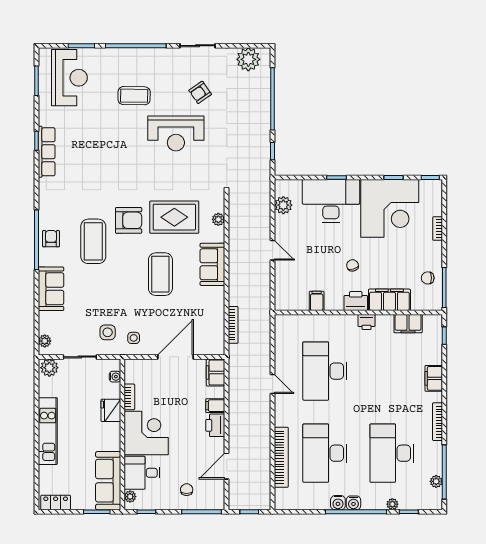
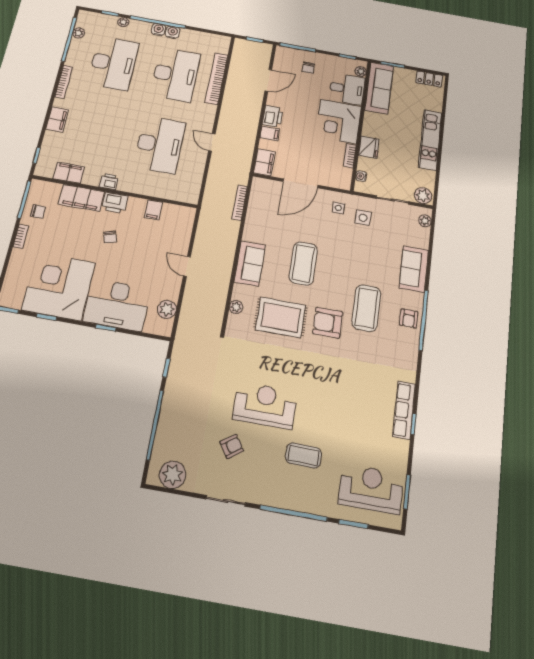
reception desk: (69, 78) -> (371, 489), turned 90
bookcase: (438, 229) -> (21, 236), moved

